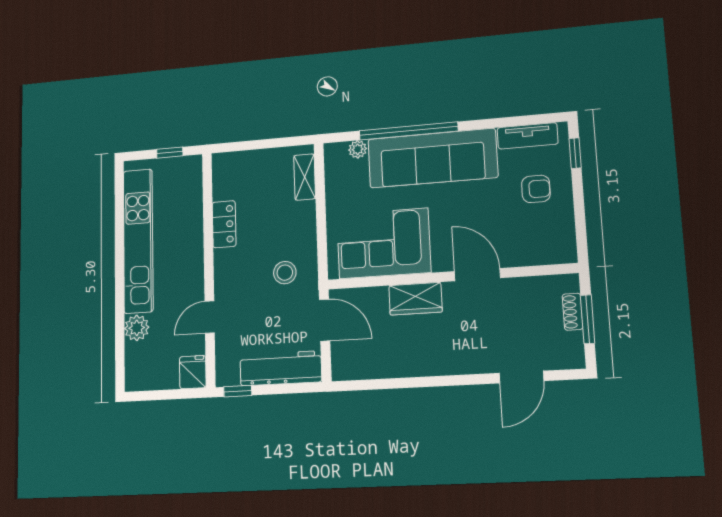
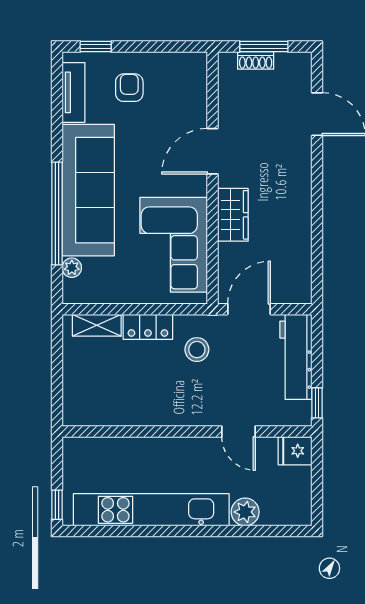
window: (170, 153) -> (57, 505), moved
locker: (224, 224) -> (148, 327), moved, turned 180

